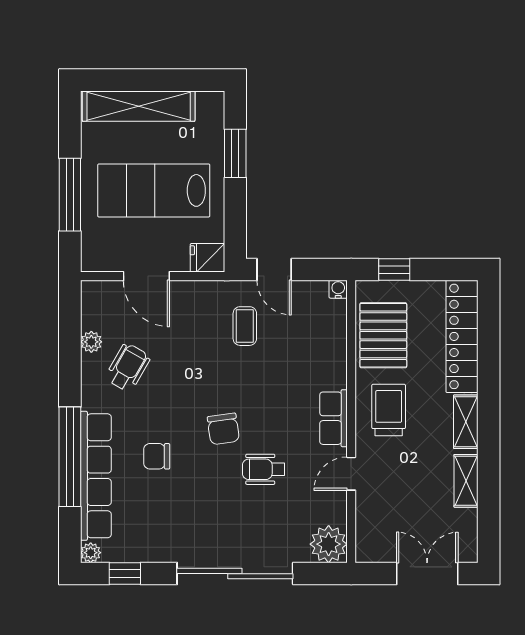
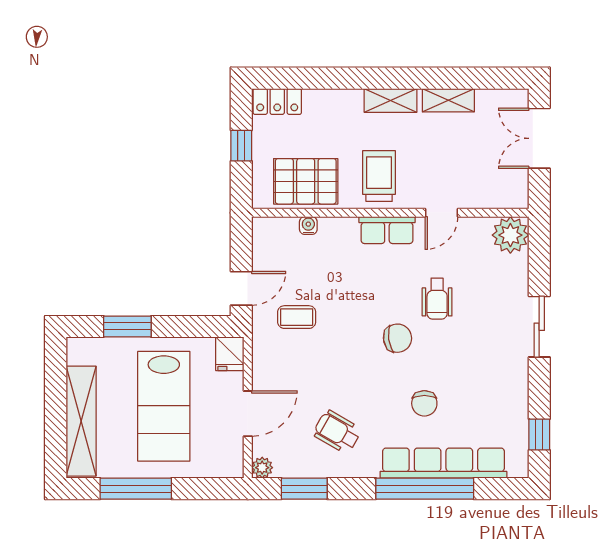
window: (70, 195) -> (136, 489), moved
window: (394, 269) -> (241, 146), moved
water cooler: (338, 289) -> (308, 226), moved, turned 90
window: (70, 334) -> (304, 489), added
locker: (462, 336) -> (277, 101), width x0.46, depth x0.83
plant: (91, 342) -> (262, 468), moved
trolley: (389, 410) -> (379, 176), turned 90
door: (351, 474) -> (441, 213), hinge flipped
plant: (91, 553) -> (519, 468), removed
sliding door: (235, 574) -> (539, 327), width x0.54

